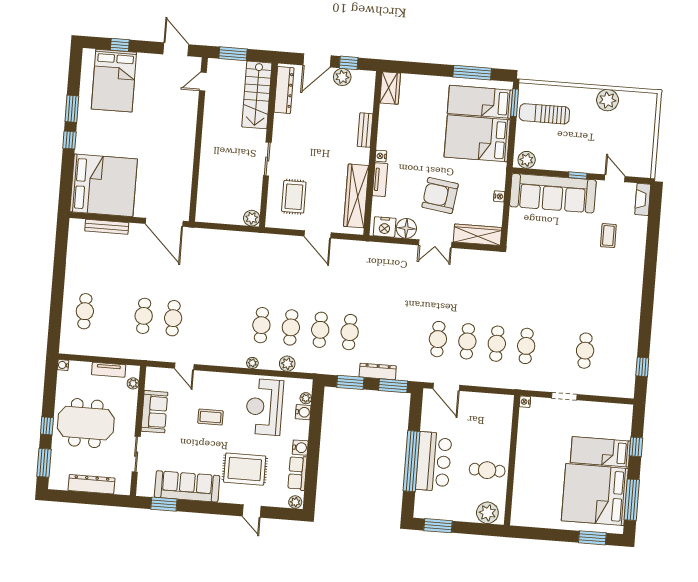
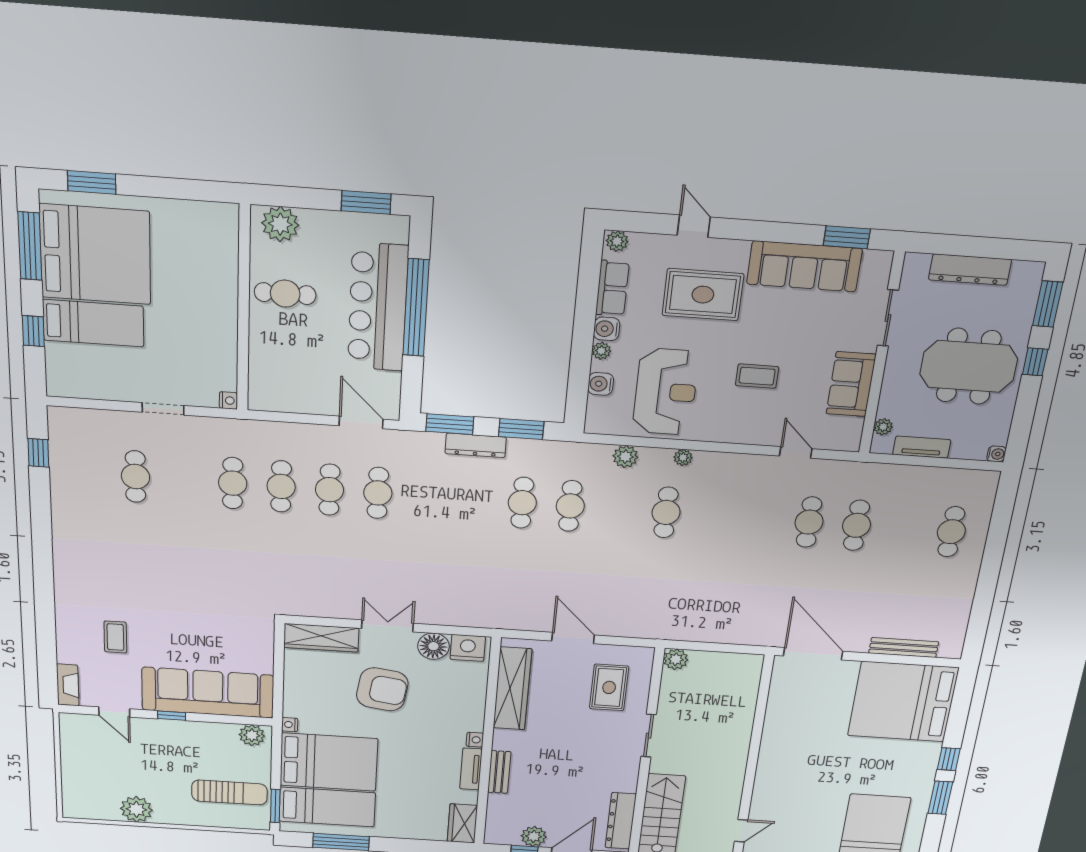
tv unit: (380, 180) -> (471, 769), moved
nightstand: (499, 196) -> (290, 725), moved
cafe table: (291, 327) -> (618, 509), removed
plant: (306, 398) -> (601, 351), moved
bar counter: (434, 462) -> (378, 307), width x1.36

